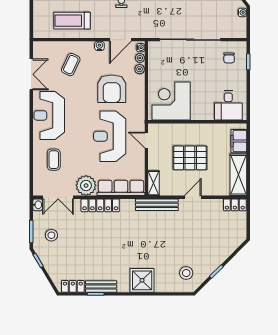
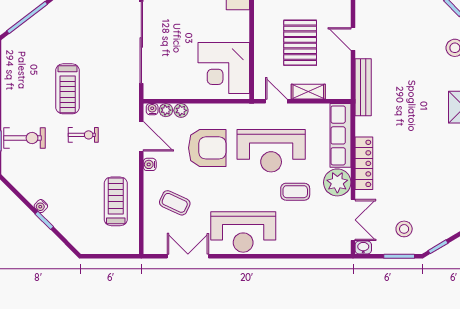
treadmill: (72, 21) -> (116, 201), turned 180
door: (146, 140) -> (276, 101), swing flipped
coffee table: (54, 160) -> (295, 192), moved
shelving: (154, 183) -> (308, 92), moved

